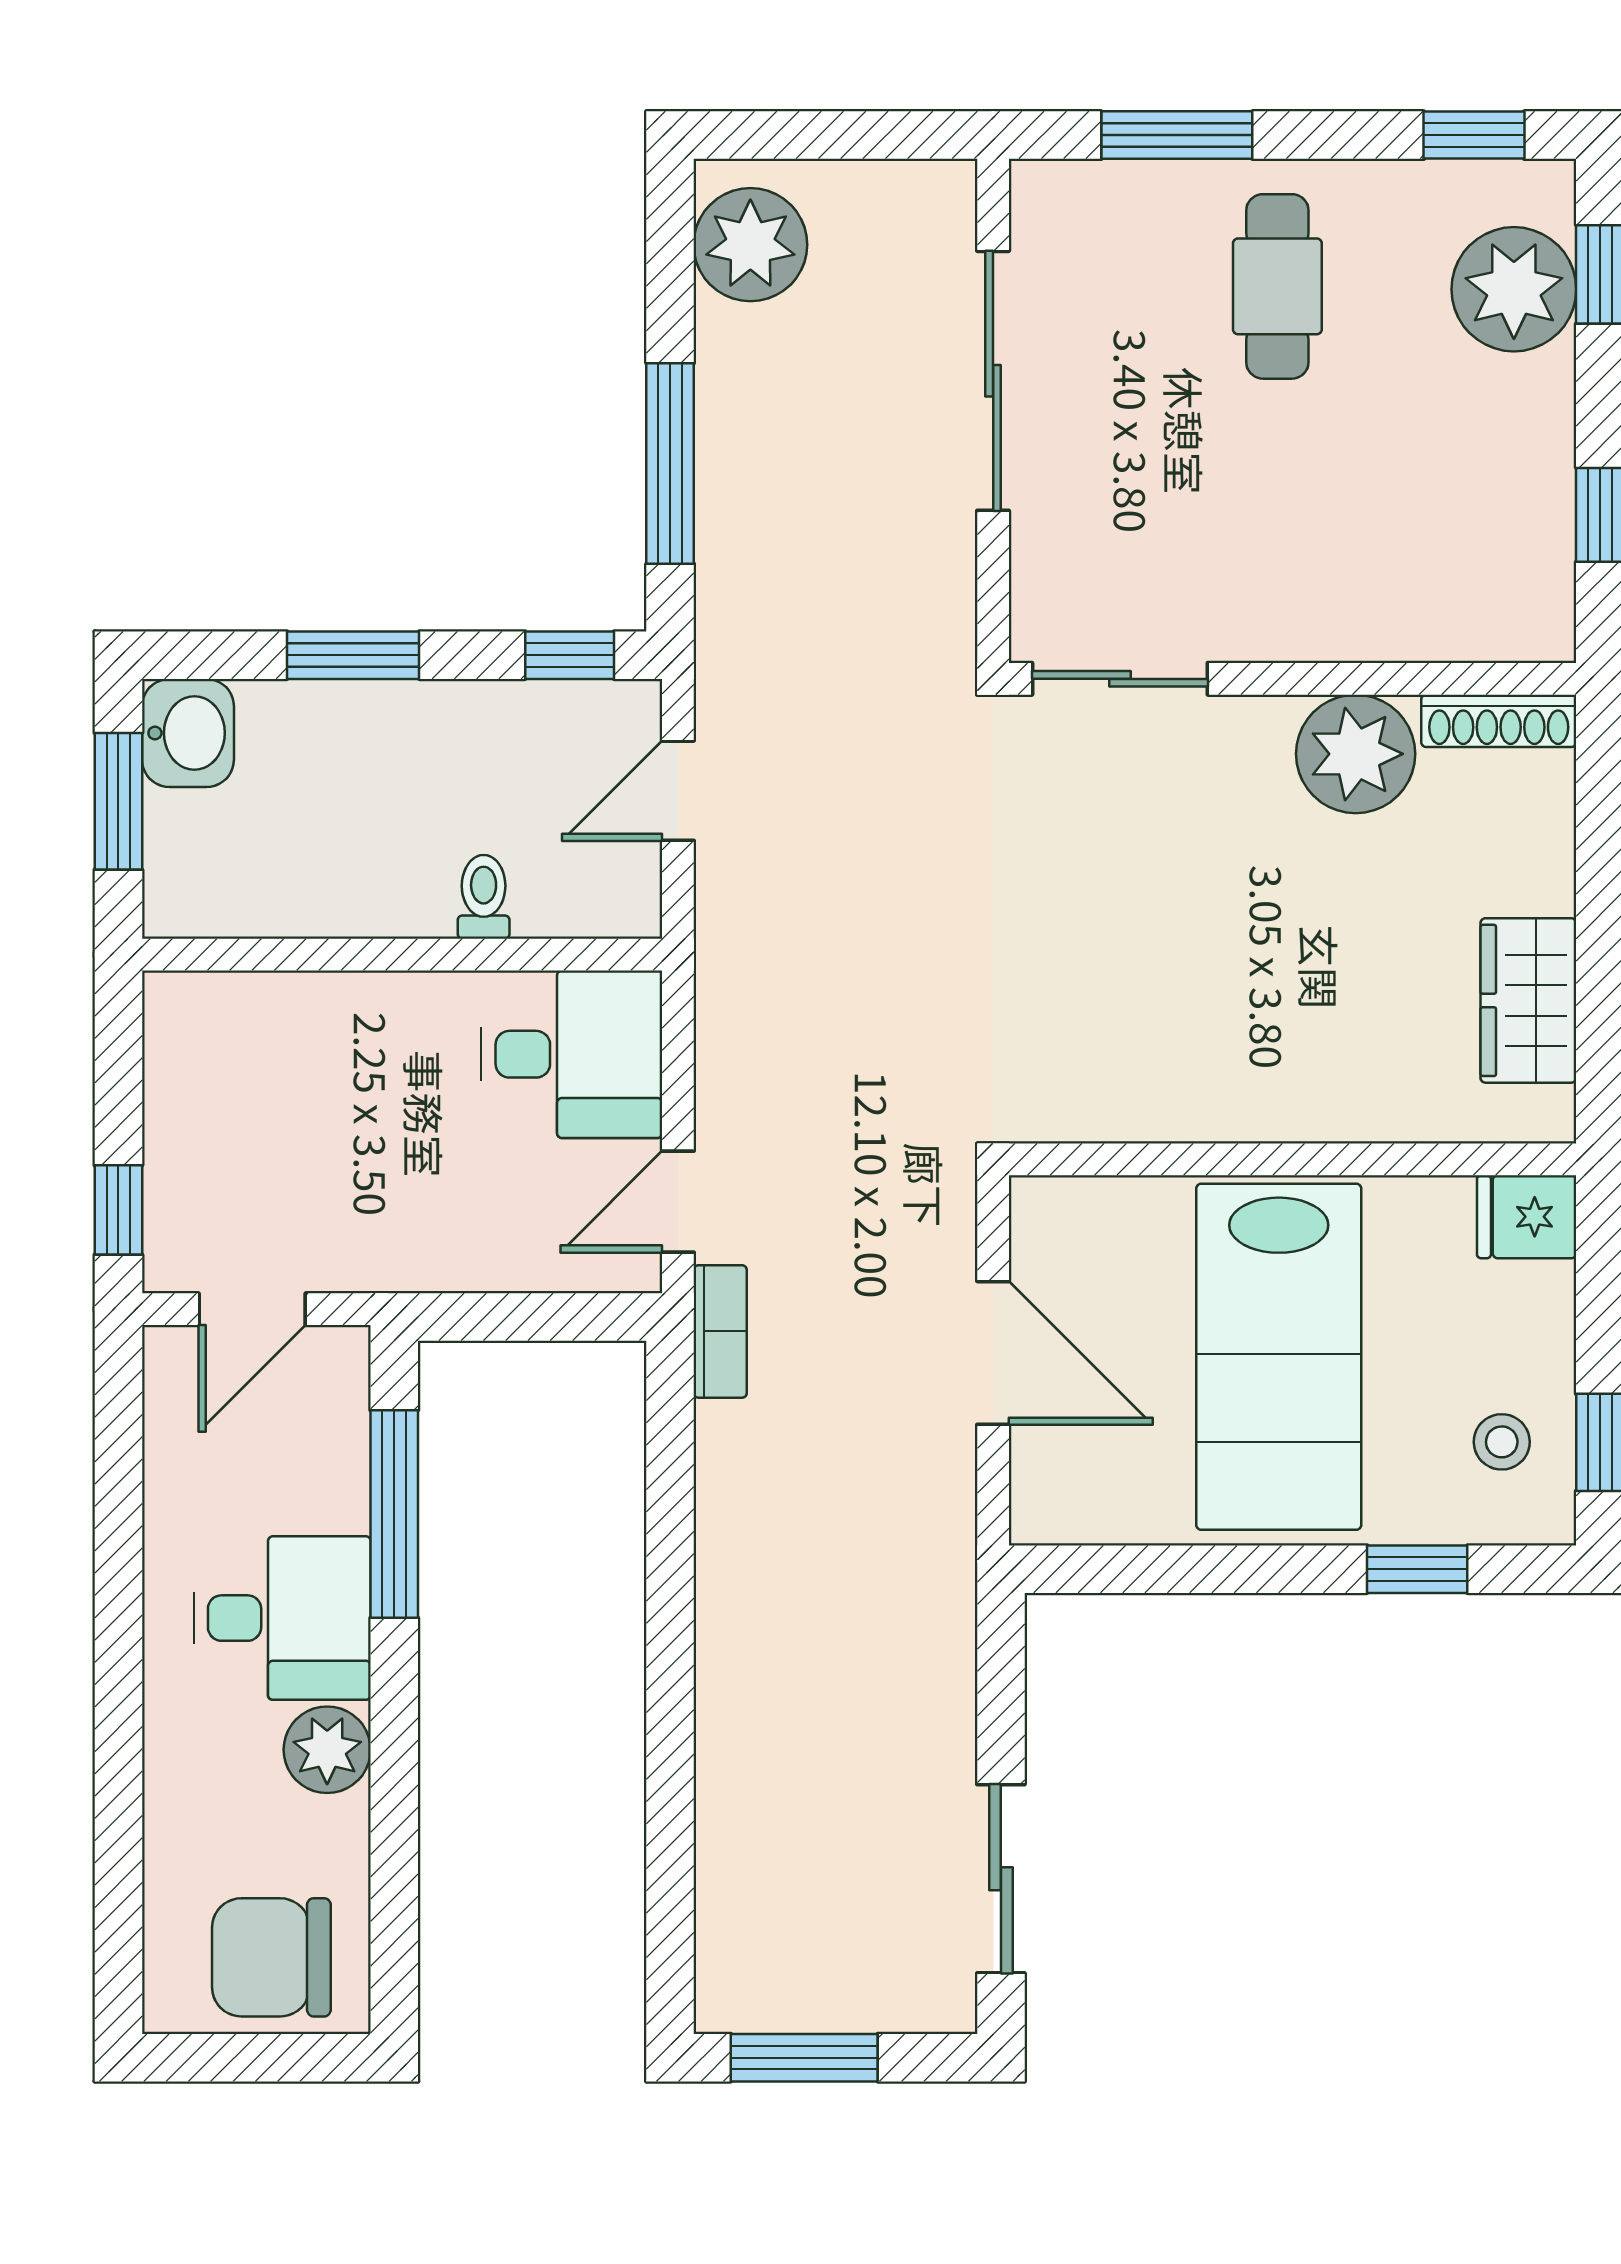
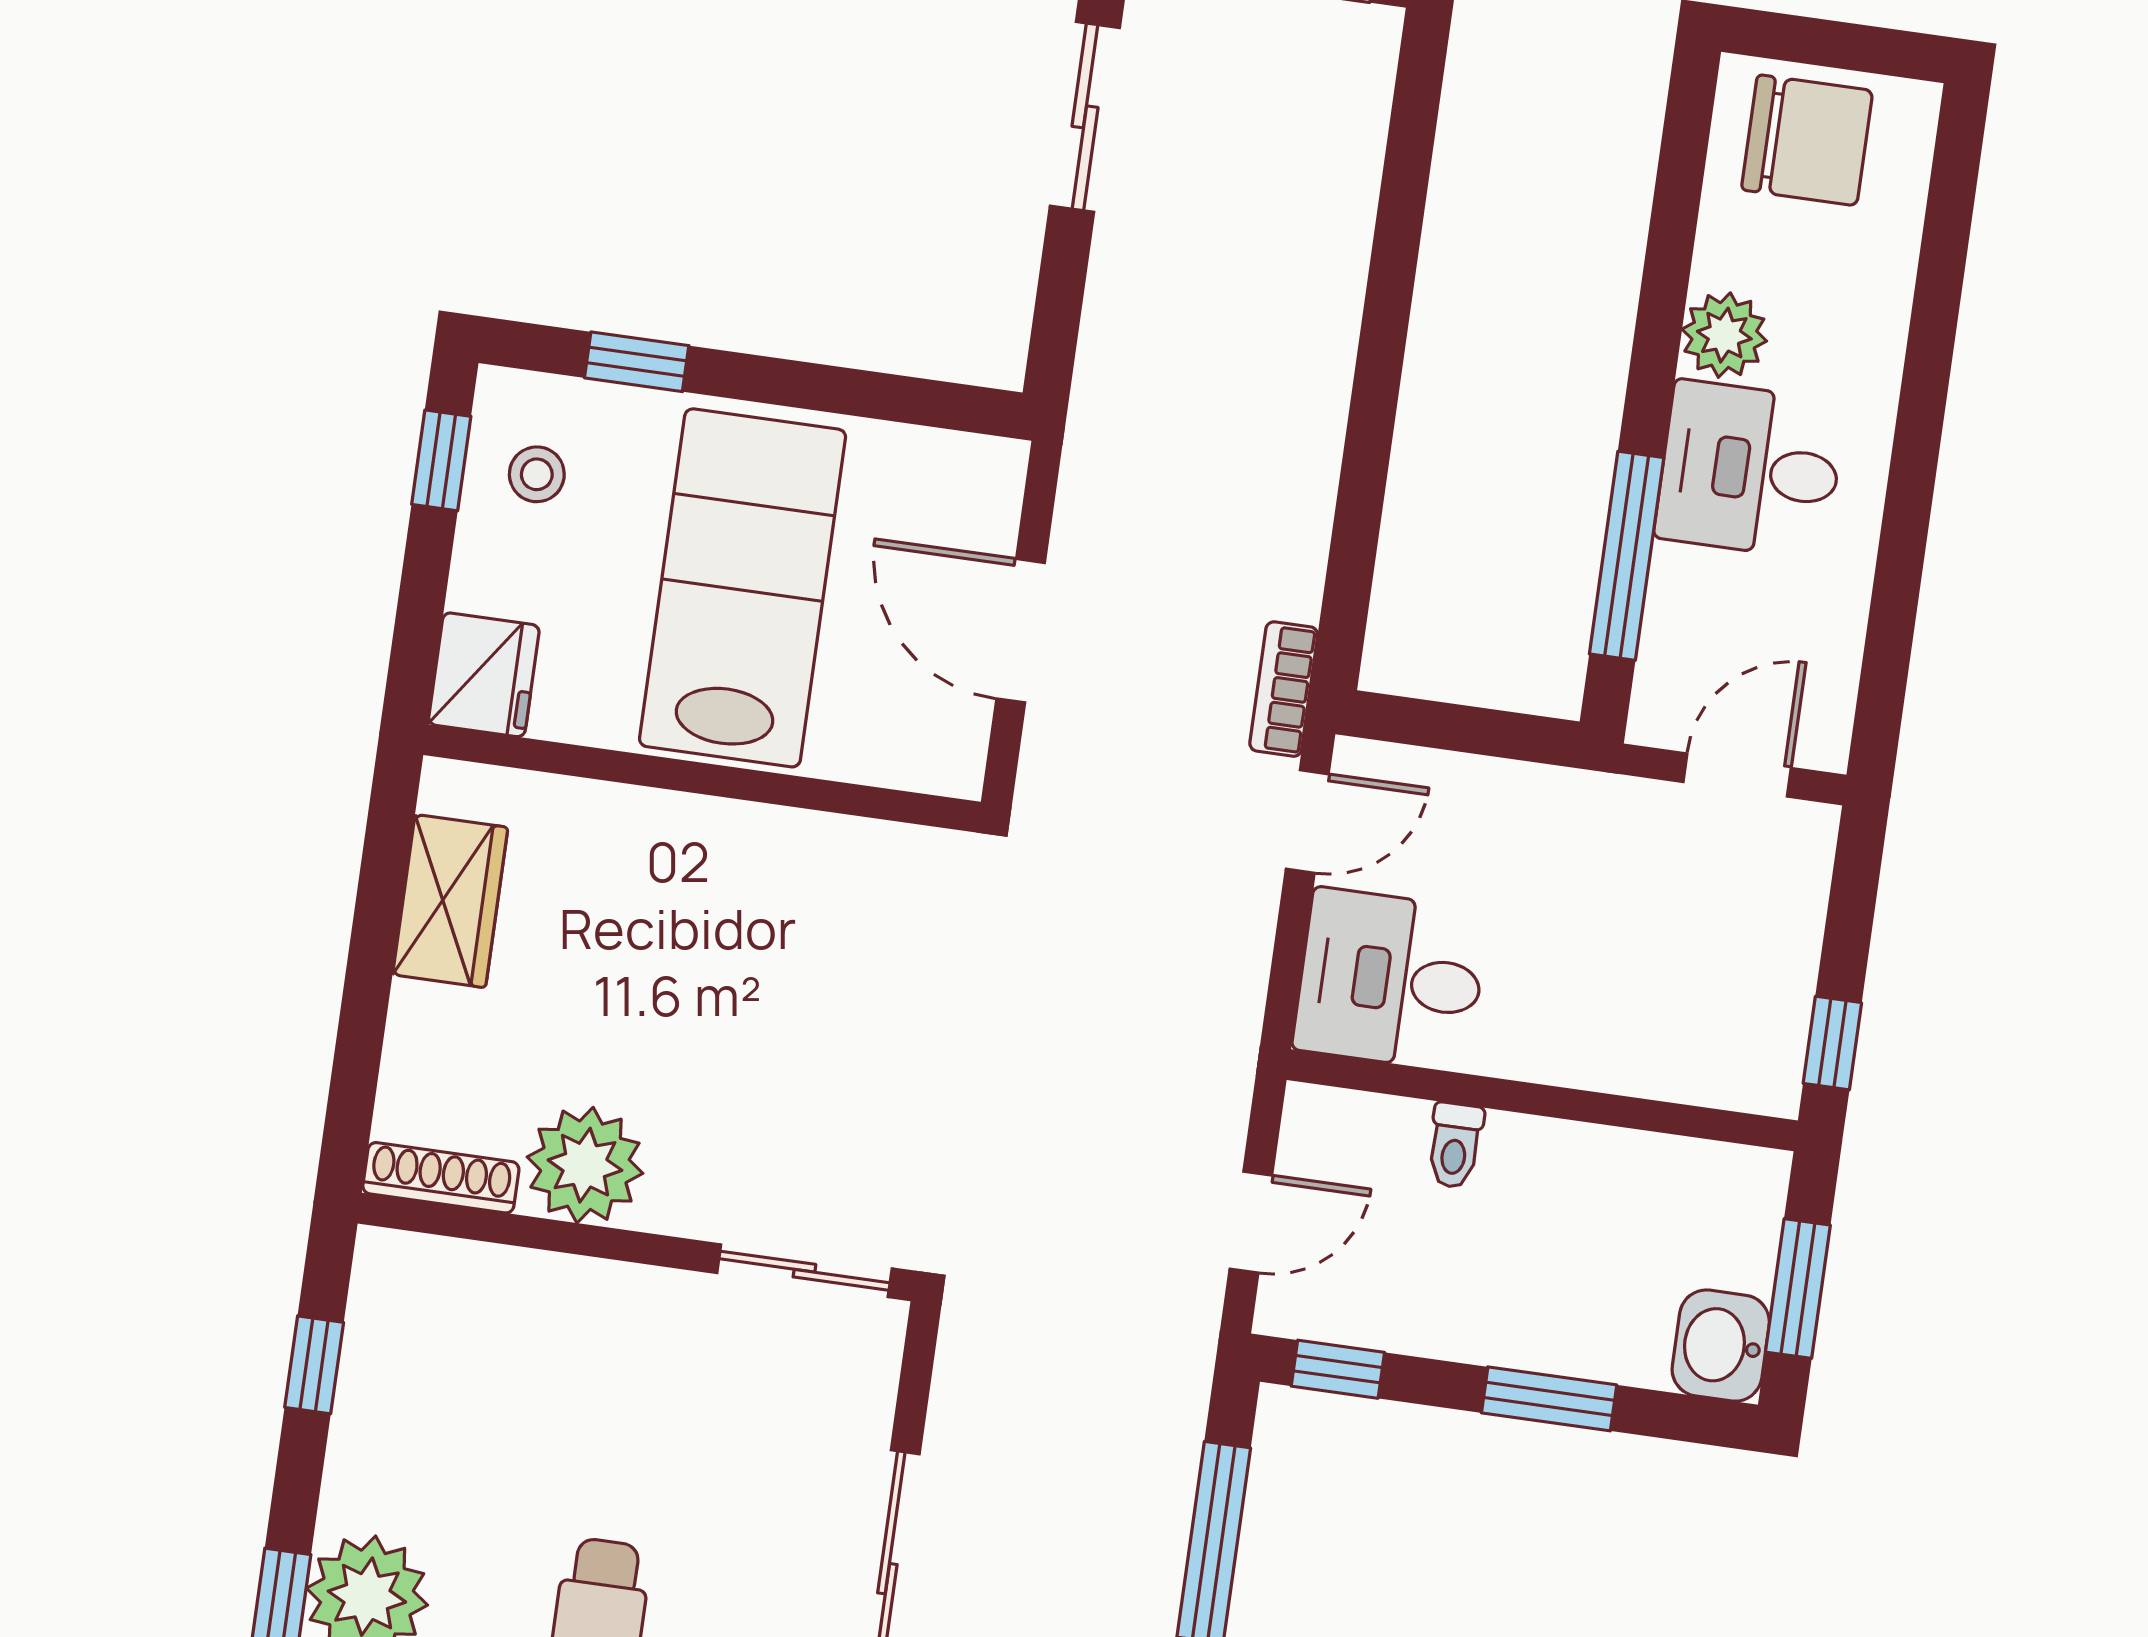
window: (118, 1210) -> (1832, 1043), moved
fridge: (1527, 1217) -> (484, 675), width x1.38

